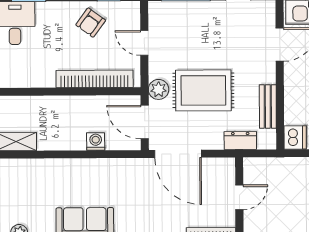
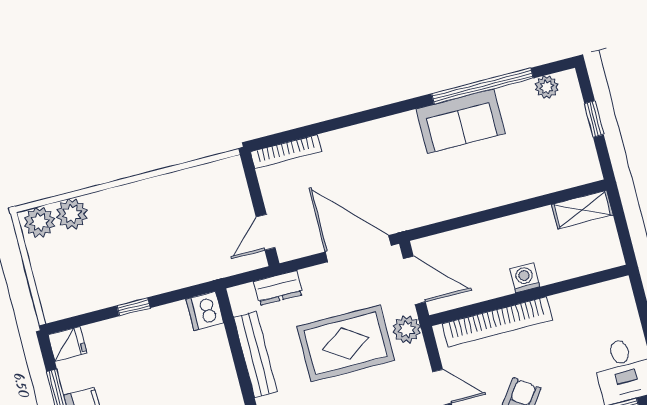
bench: (268, 106) -> (255, 354), width x1.36
washing machine: (96, 141) -> (525, 278), moved, turned 180
door: (239, 197) -> (266, 232), moved

